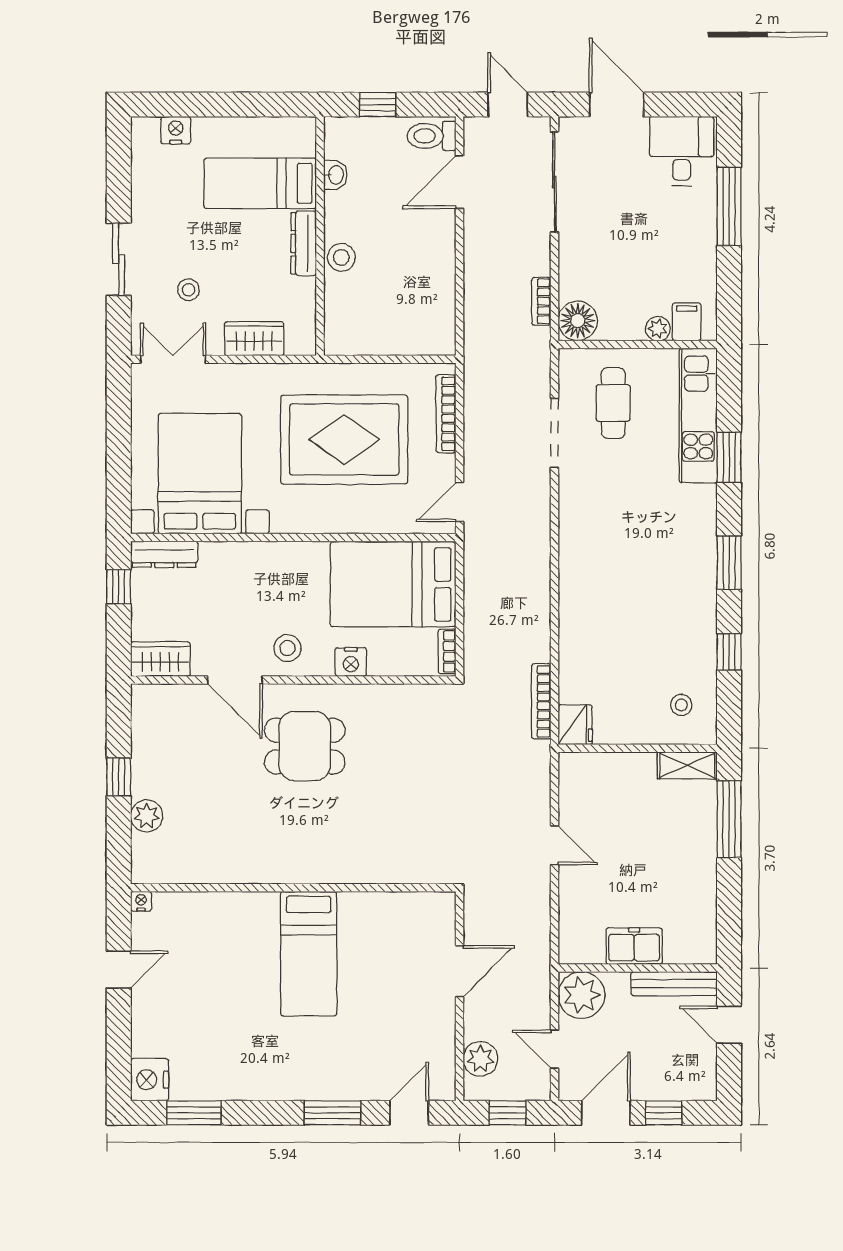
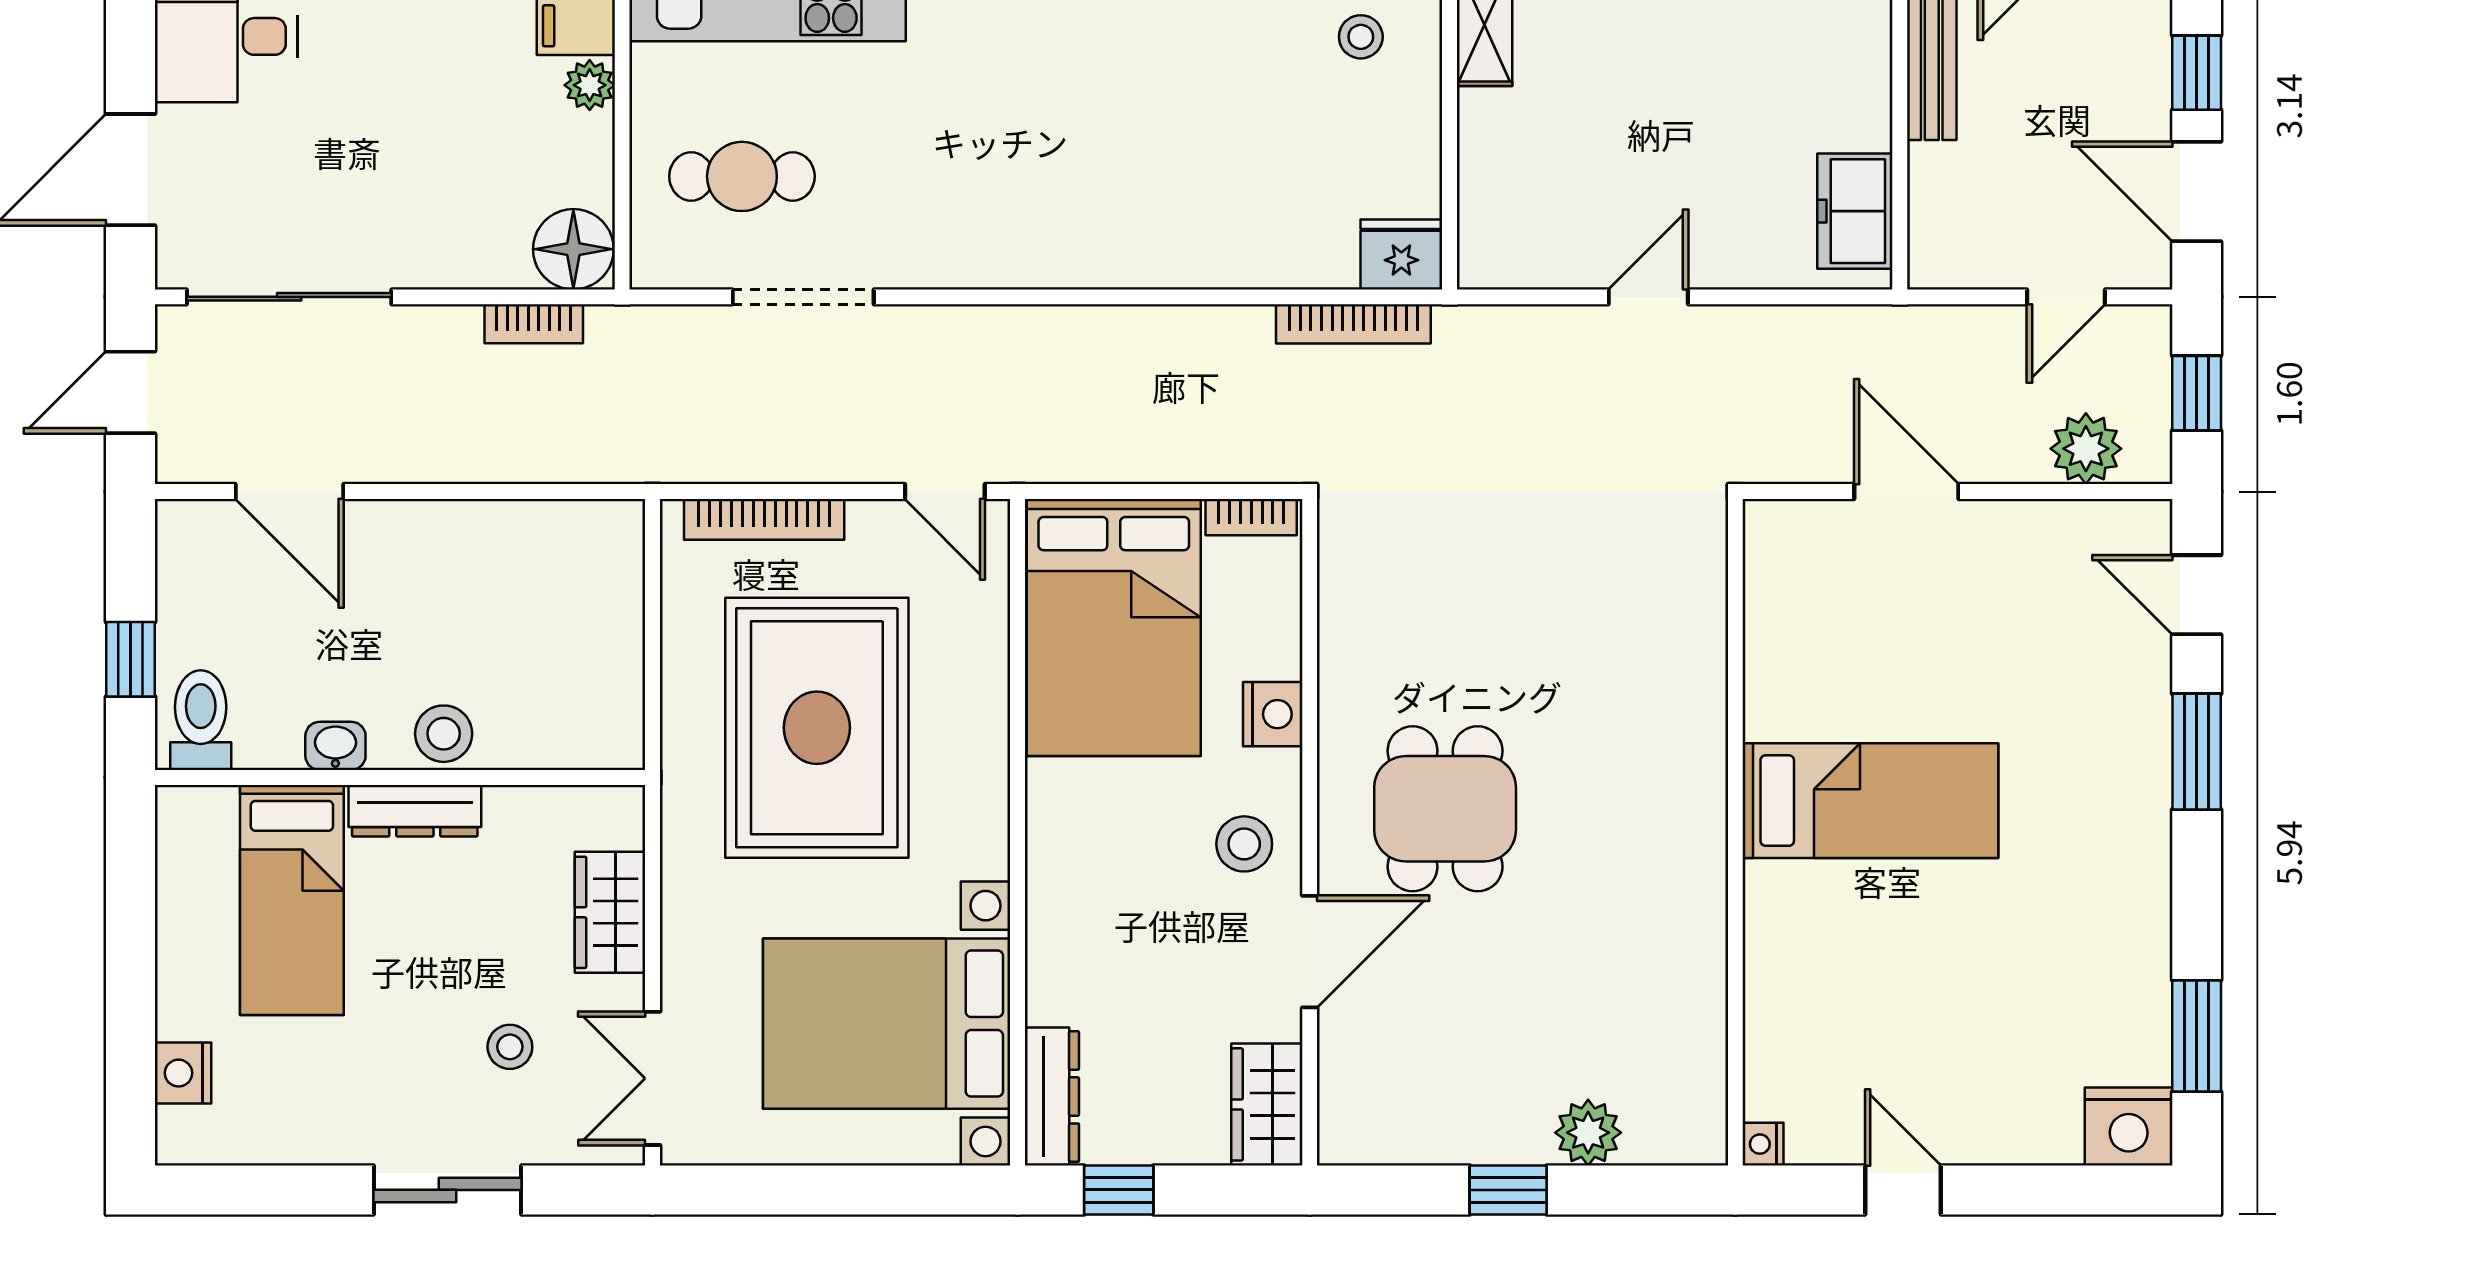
toilet: (432, 136) -> (201, 720), moved, turned 180
washbasin: (335, 175) -> (335, 746), moved
freezer: (634, 946) -> (1855, 211), moved
plant: (582, 995) -> (1955, 241), removed

